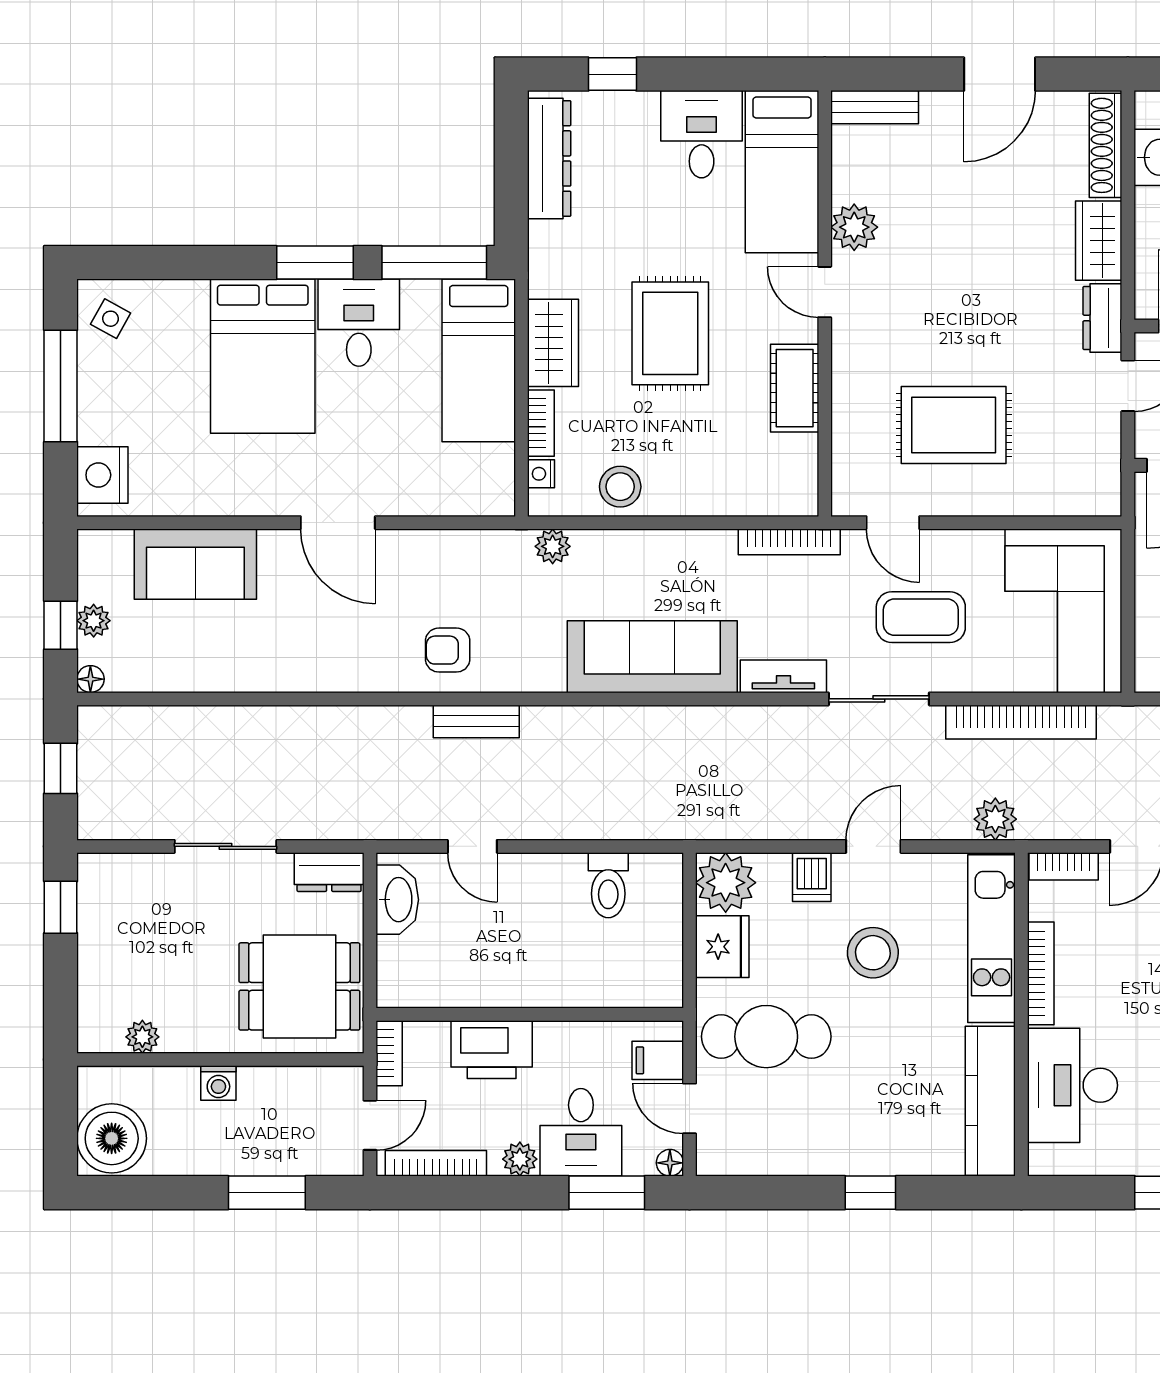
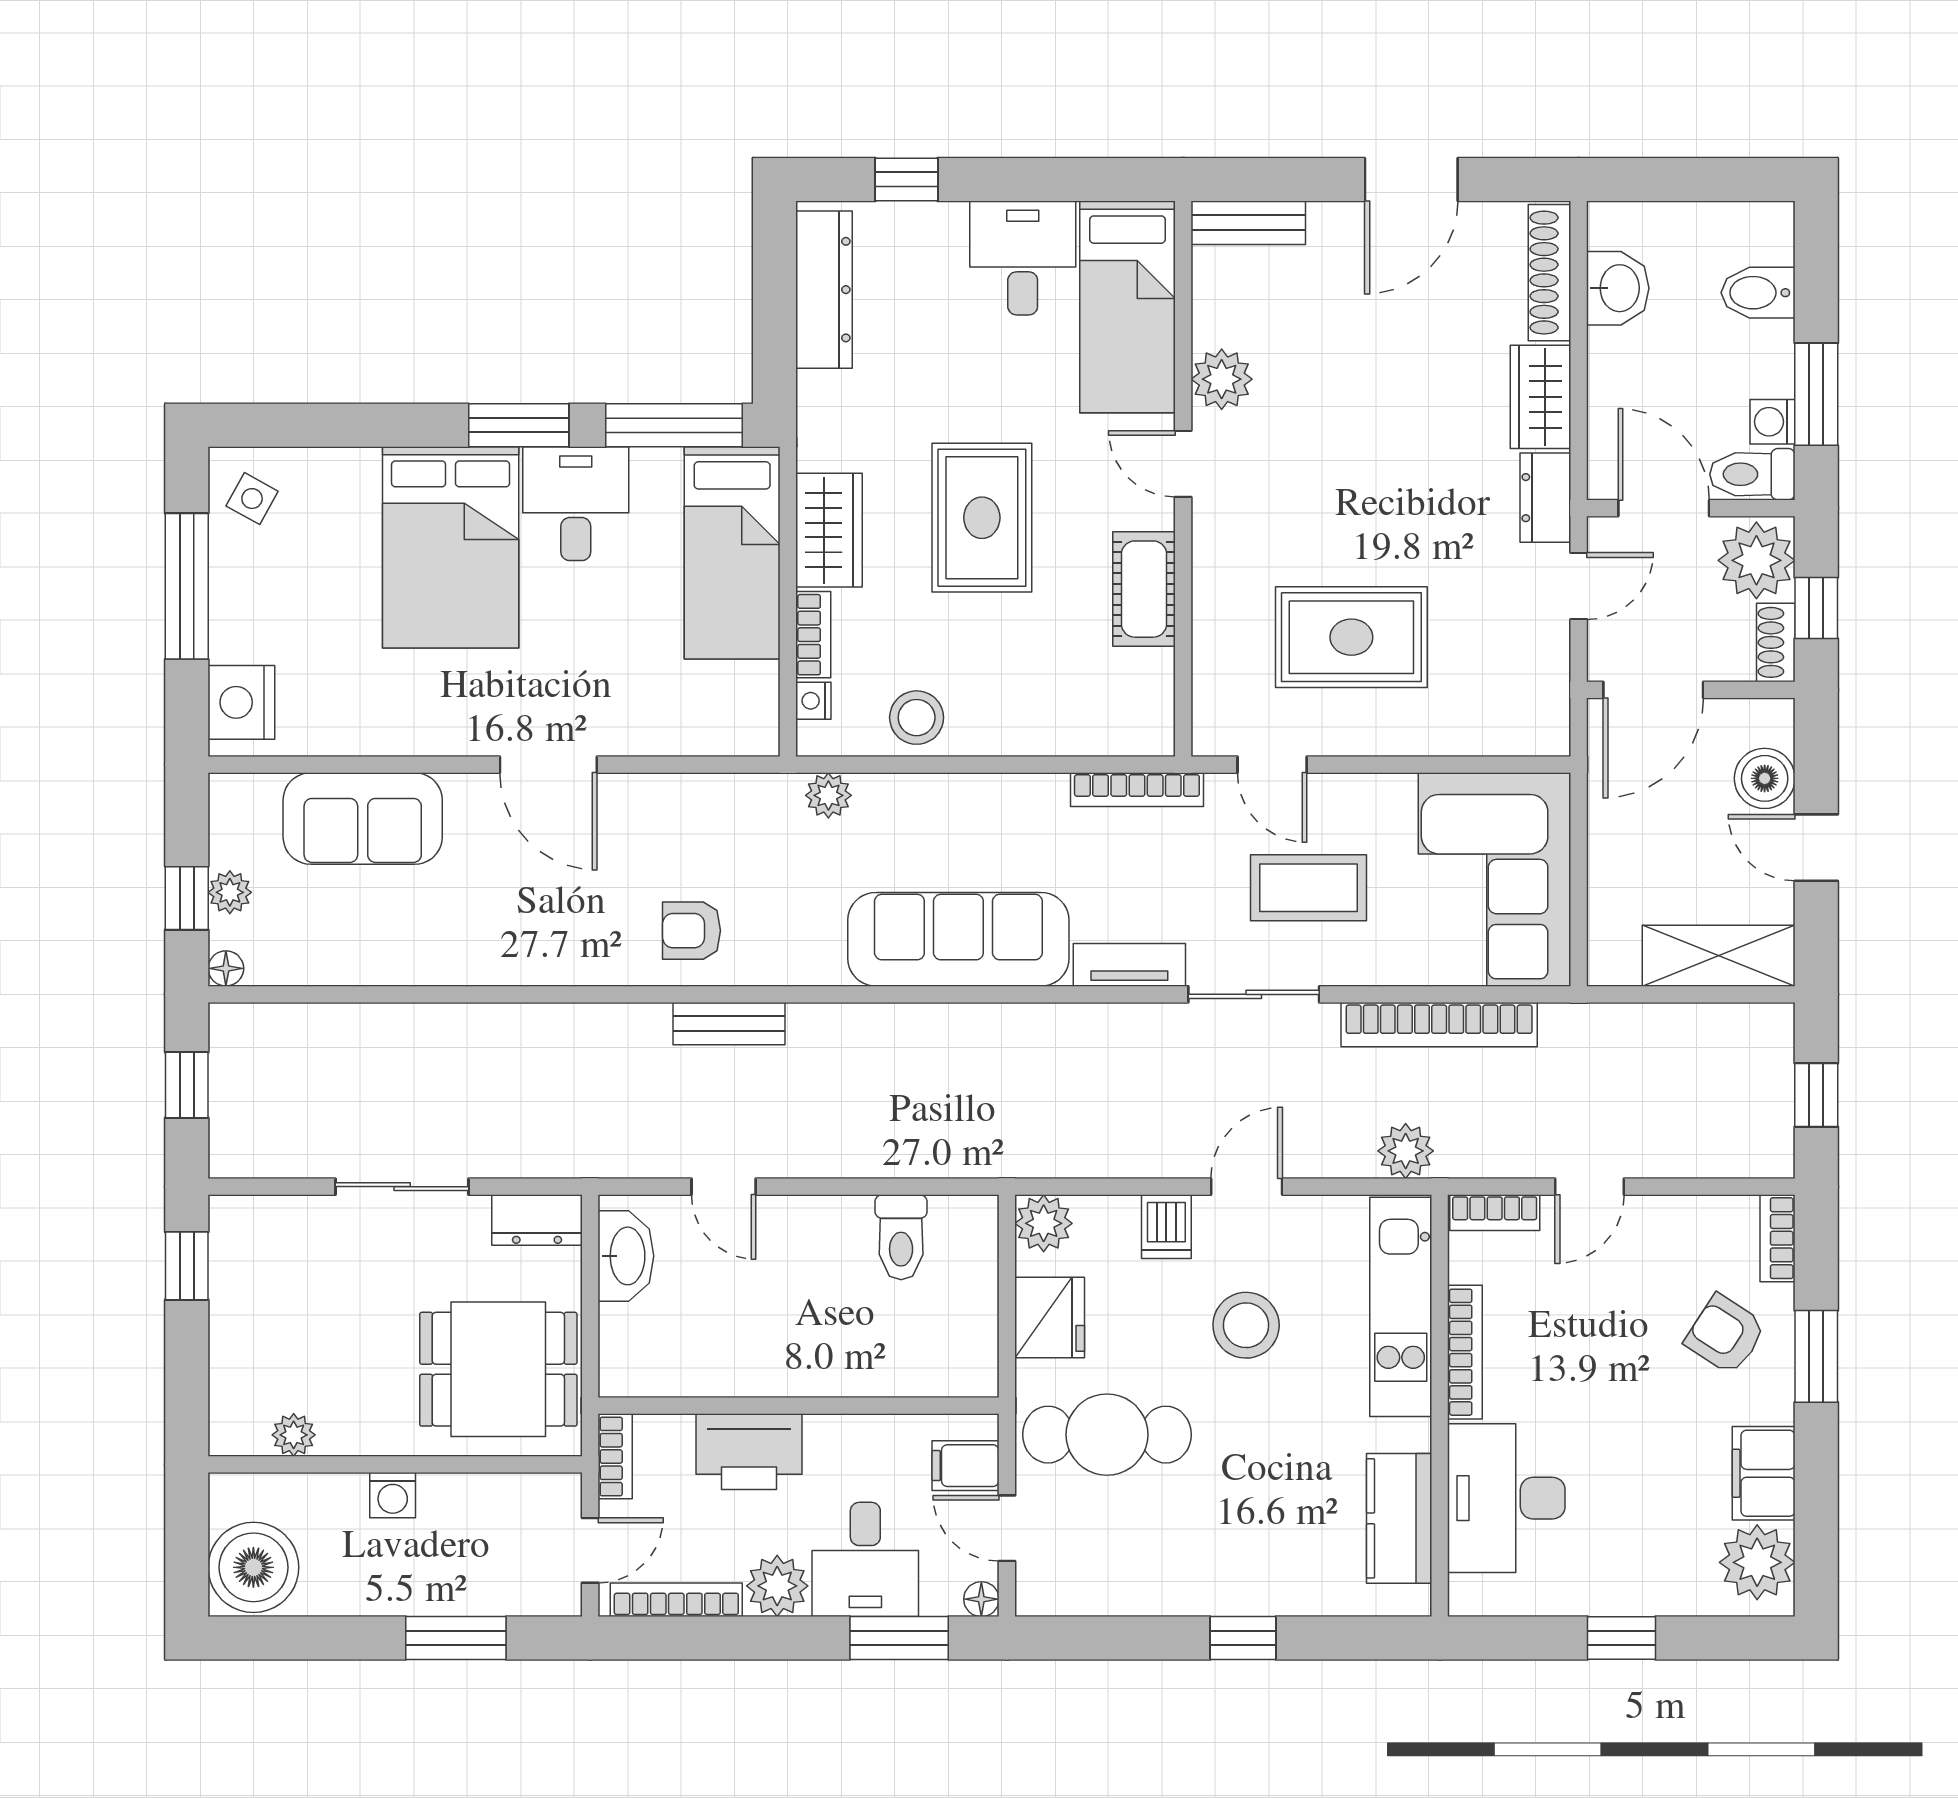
plant: (726, 883) -> (1044, 1223), width x0.73, depth x0.73
kitchen counter: (990, 1101) -> (1399, 1518), width x0.67
plant: (520, 1159) -> (777, 1586), width x1.38, depth x1.38

